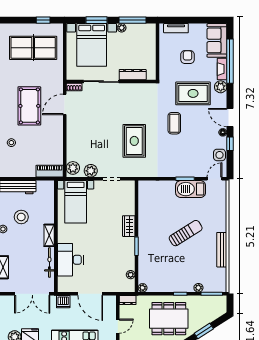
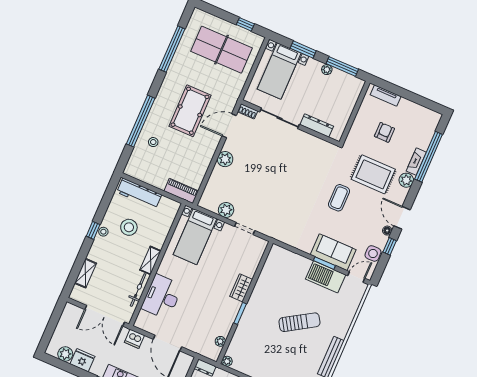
sofa: (217, 40) -> (333, 252), moved, turned 90
bed with nightstands: (92, 45) -> (279, 71), width x0.73
rug: (134, 141) -> (287, 198), removed
plant: (73, 168) -> (225, 159), moved

